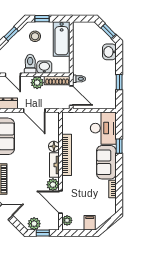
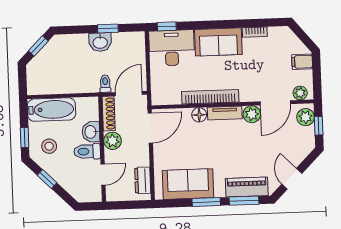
washbasin: (109, 52) -> (100, 42), moved
door: (34, 110) -> (150, 128), moved
window: (119, 146) -> (167, 26), moved
plant: (34, 224) -> (306, 117), moved

